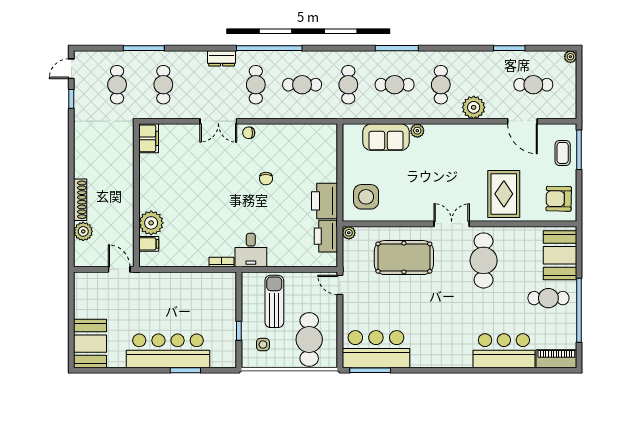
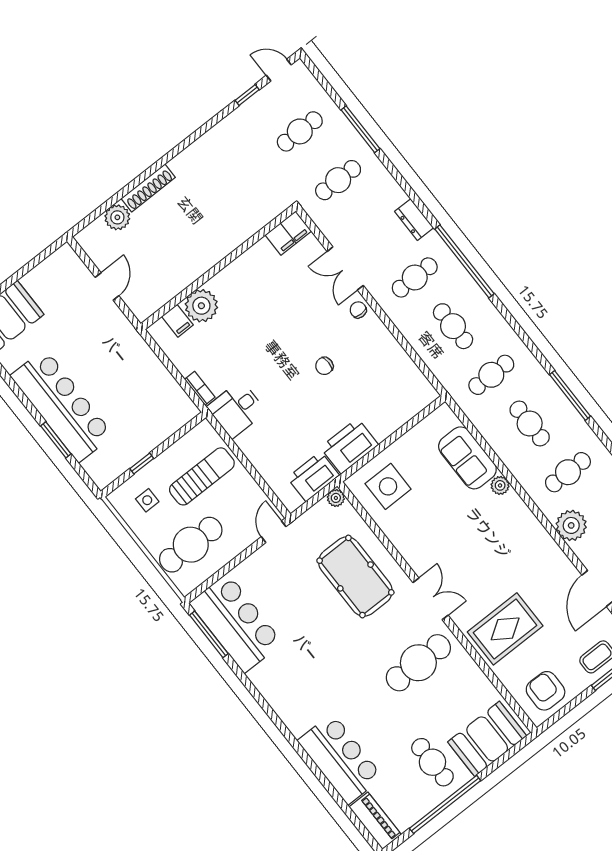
filing cabinet: (149, 138) -> (288, 233), moved
wall: (136, 195) -> (218, 267), moved
plant: (151, 223) -> (201, 306), moved
filing cabinet: (149, 244) -> (177, 321), moved

